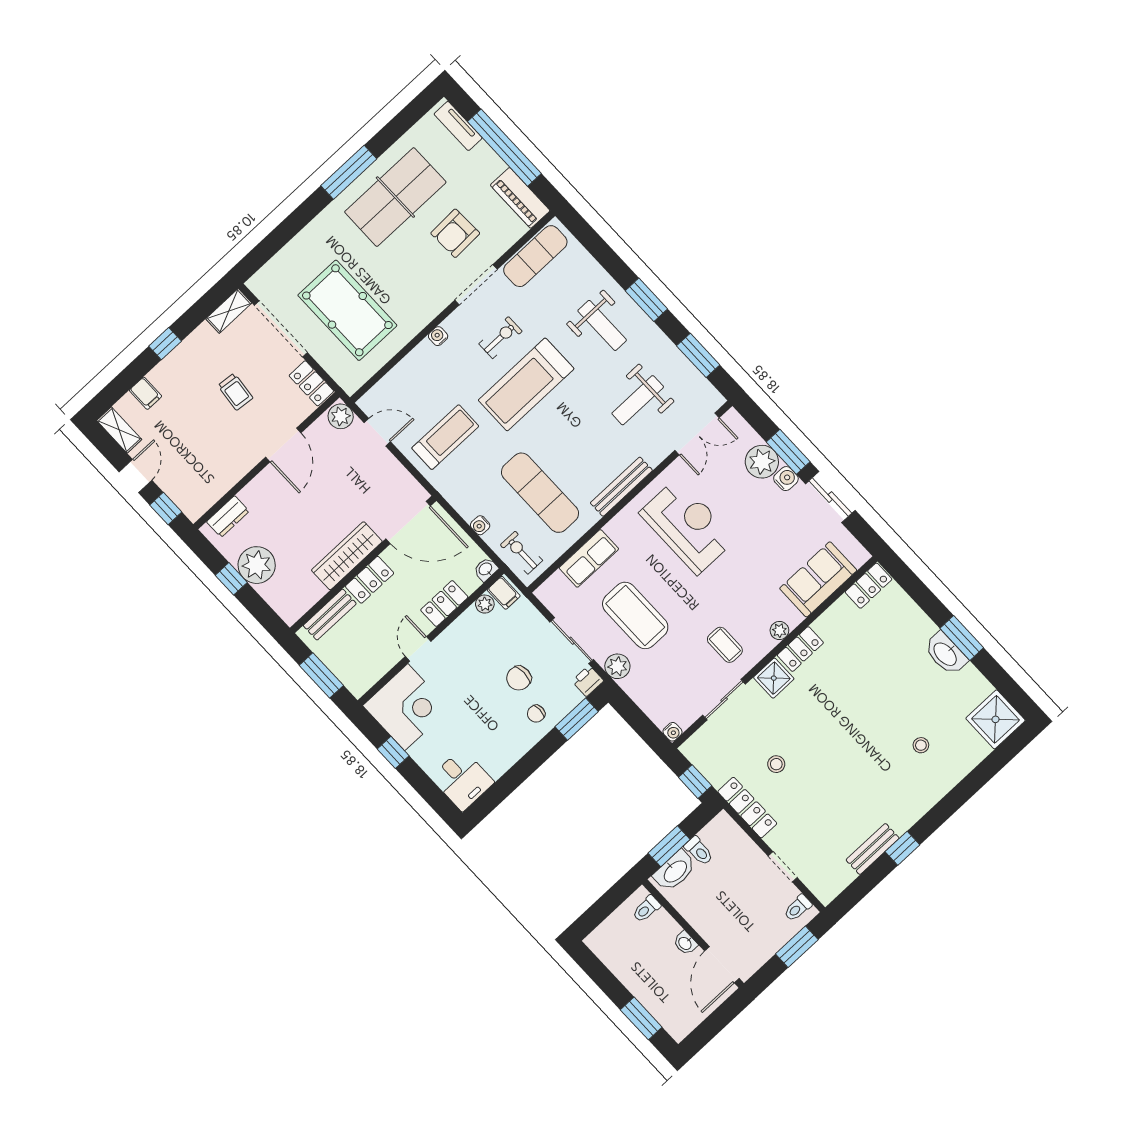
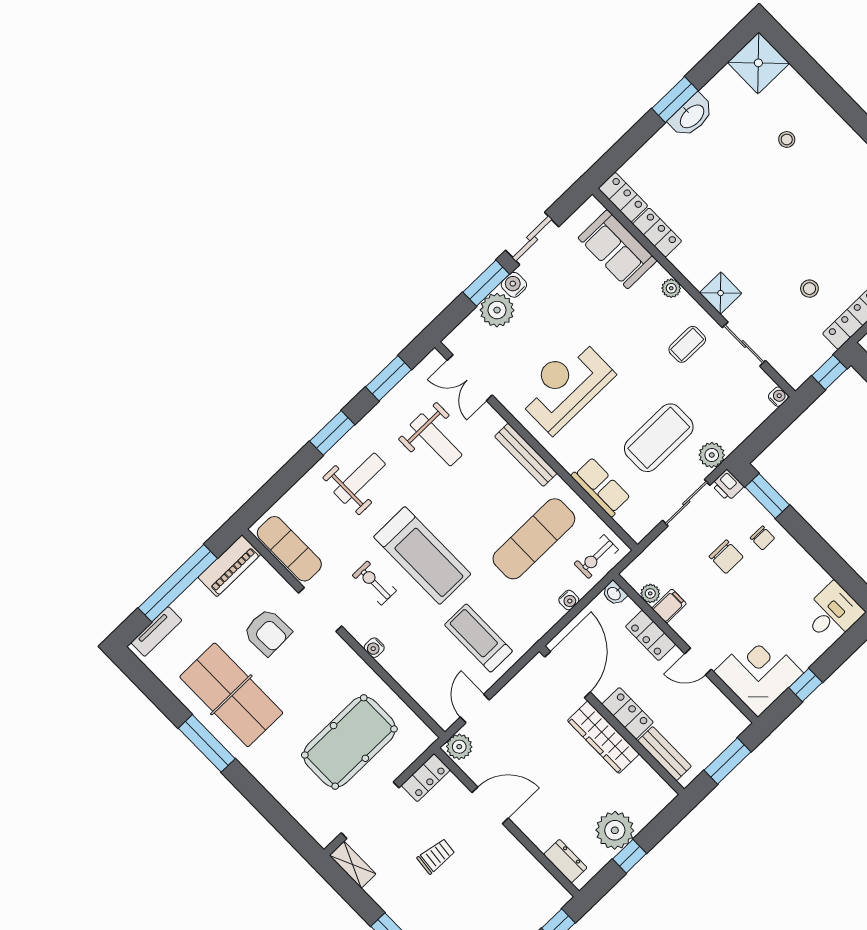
double door: (697, 434) -> (470, 378), swing flipped
filing cabinet: (504, 593) -> (669, 606), moved
locker: (800, 649) -> (657, 233), moved

